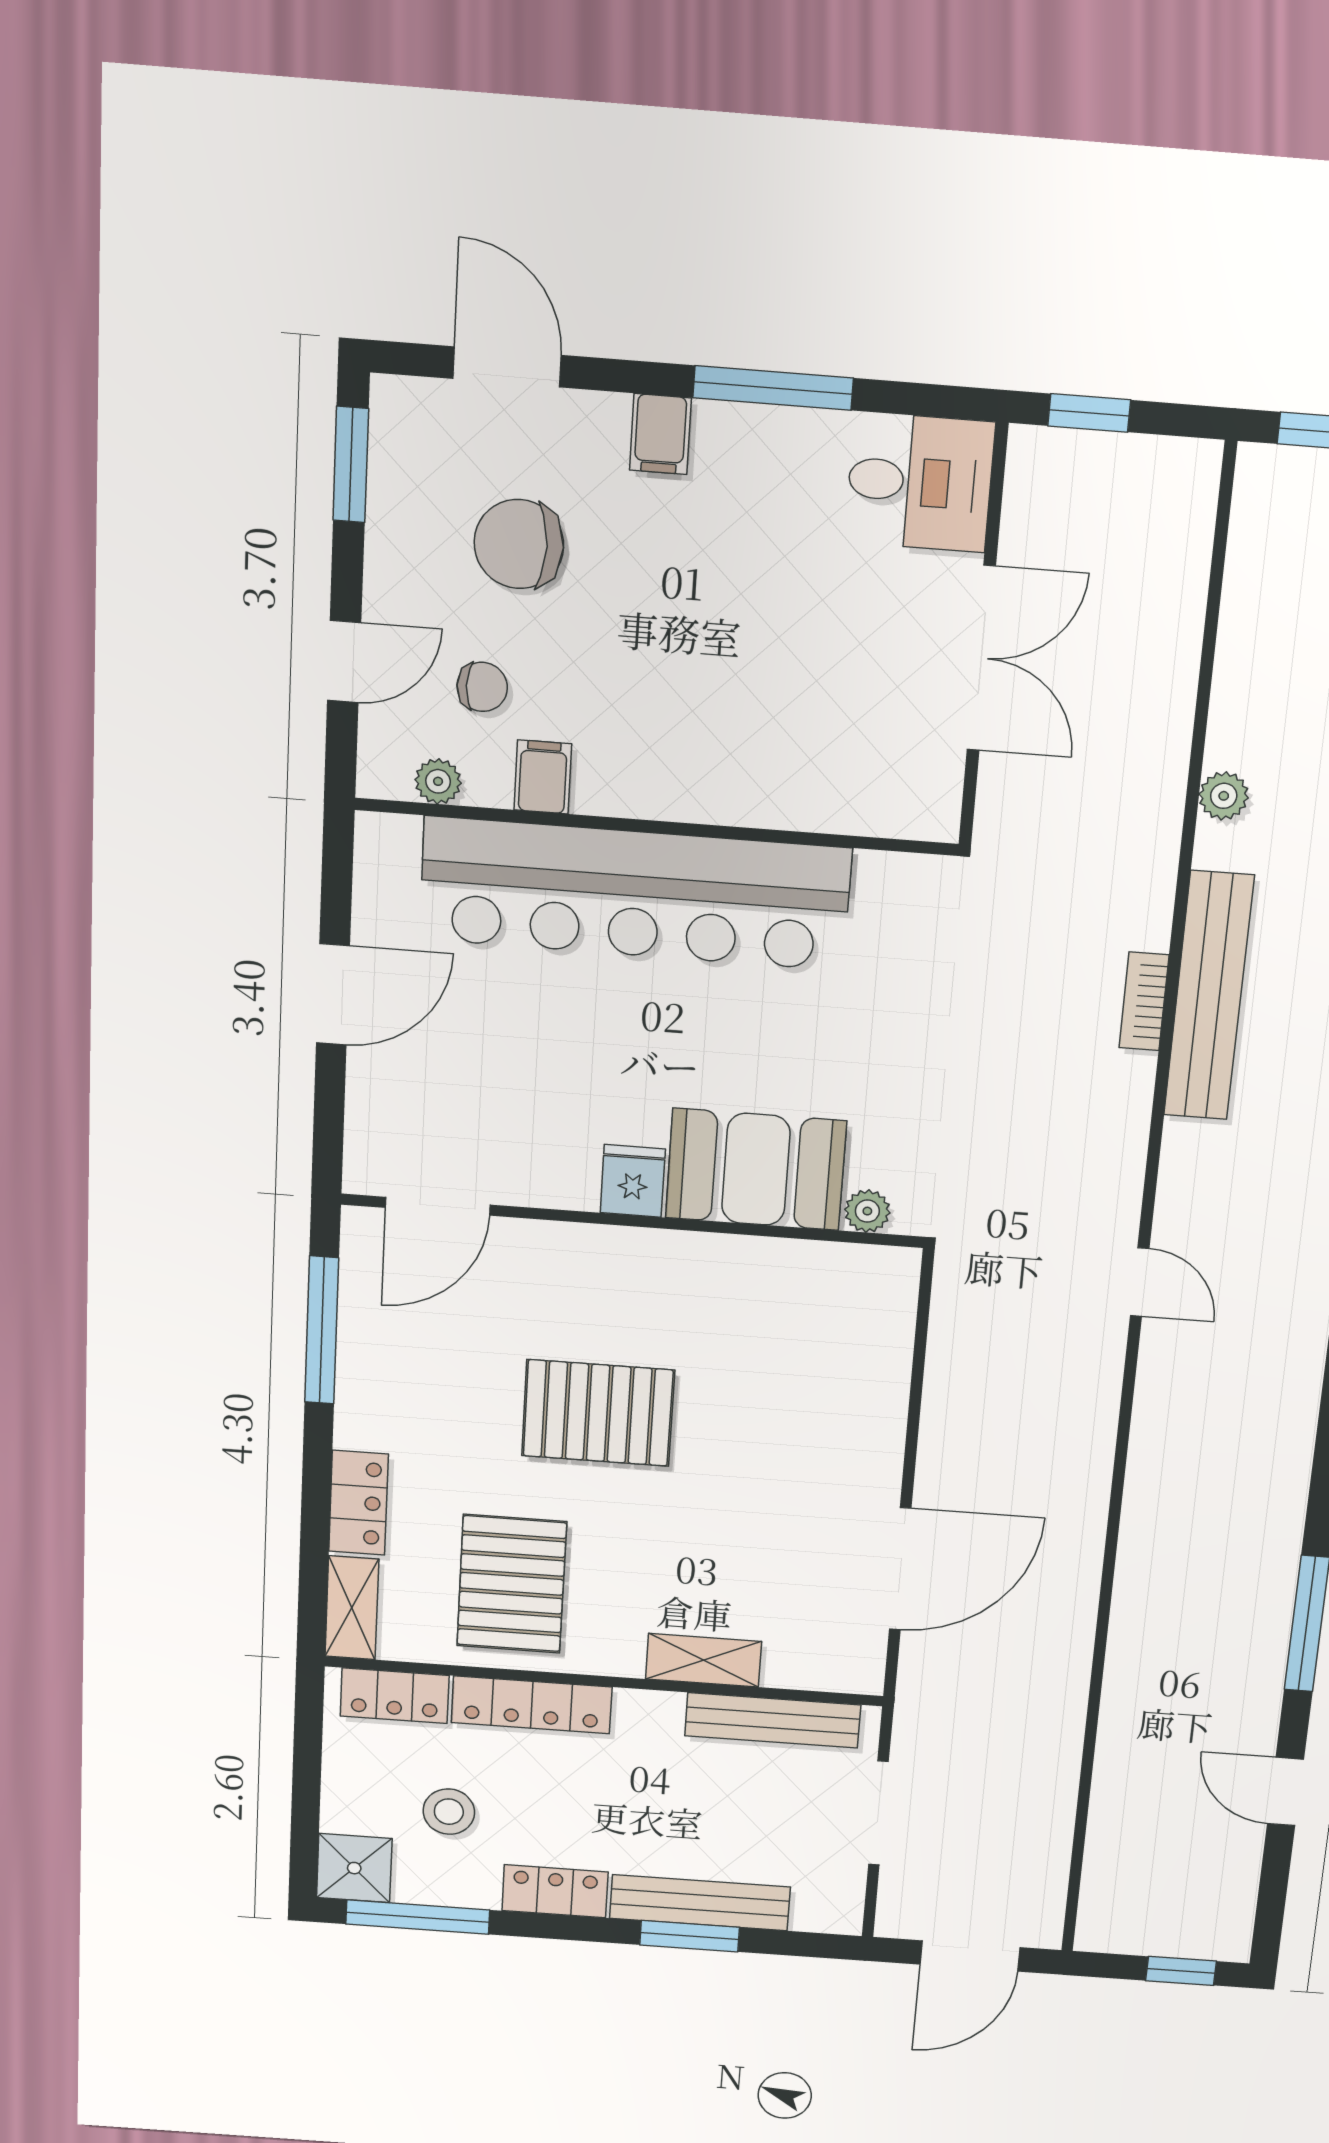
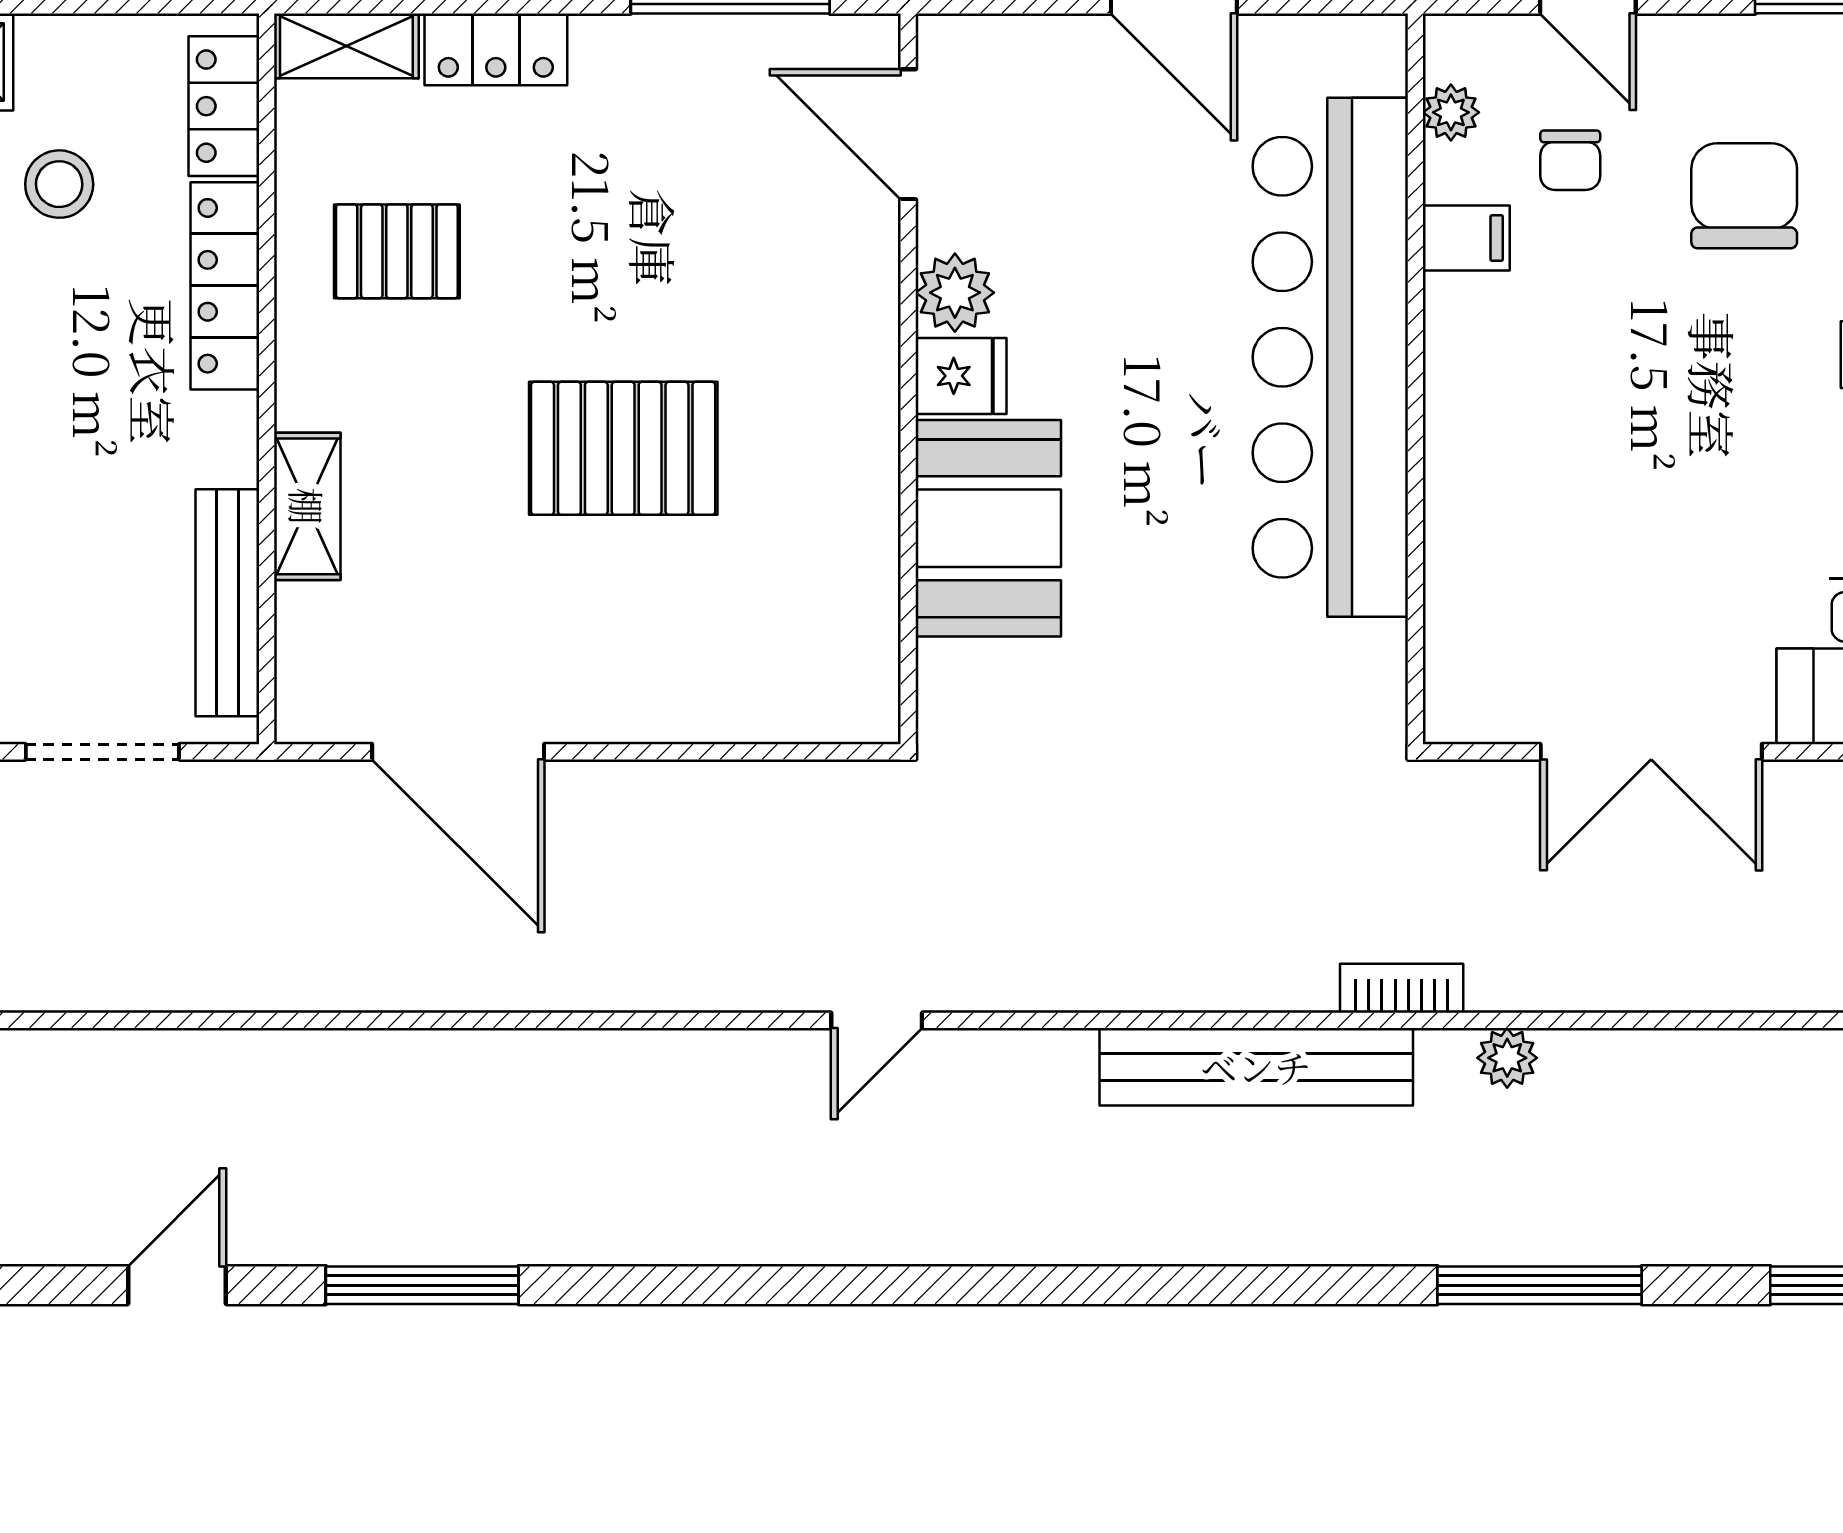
bookcase: (1144, 1001) -> (1402, 988), moved
plant: (867, 1211) -> (955, 293), moved, width x1.38, depth x1.38
pallet: (598, 1413) -> (623, 448), moved, turned 90
pallet: (512, 1584) -> (397, 251), width x0.67, depth x0.71

